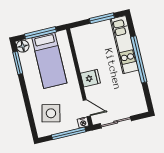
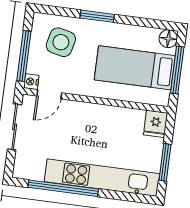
kitchen unit: (124, 45) -> (102, 178), width x1.36
window: (139, 59) -> (63, 188), moved
window: (18, 63) -> (97, 16), moved
fridge: (90, 78) -> (155, 124), moved

